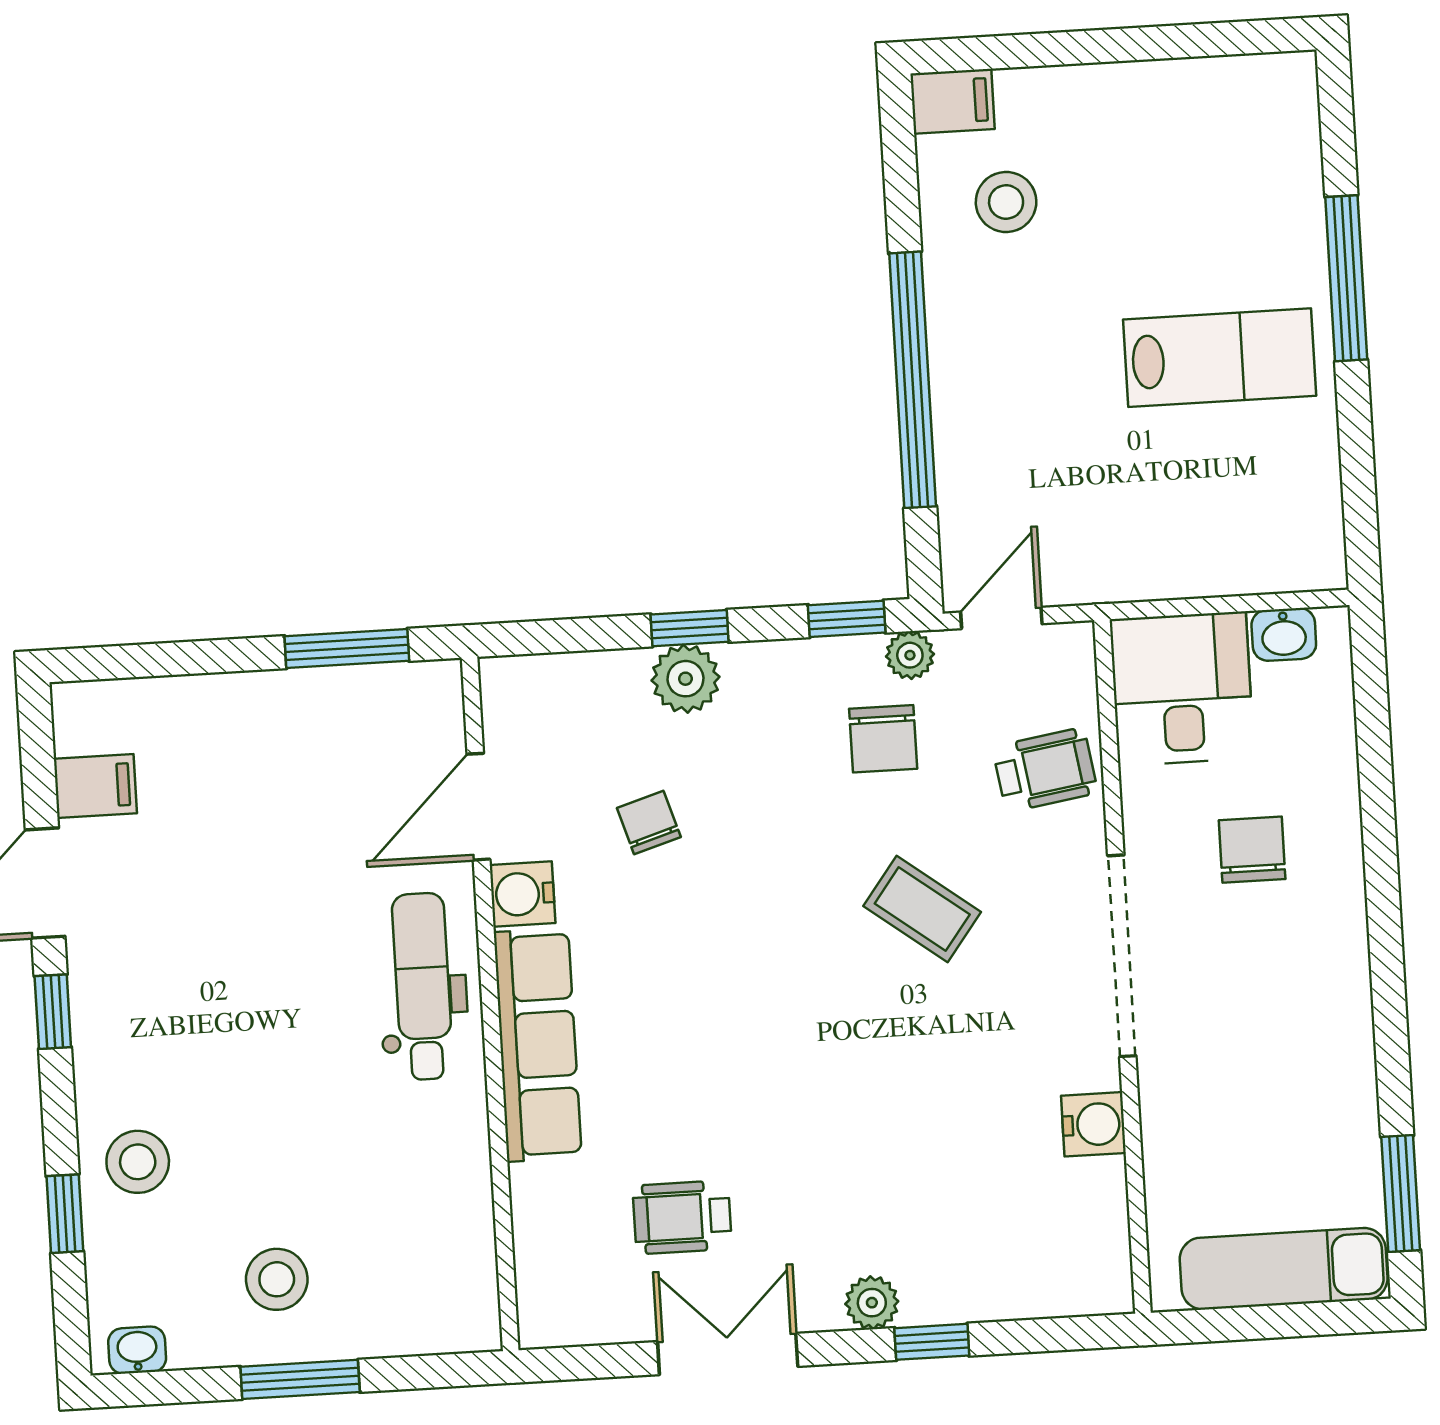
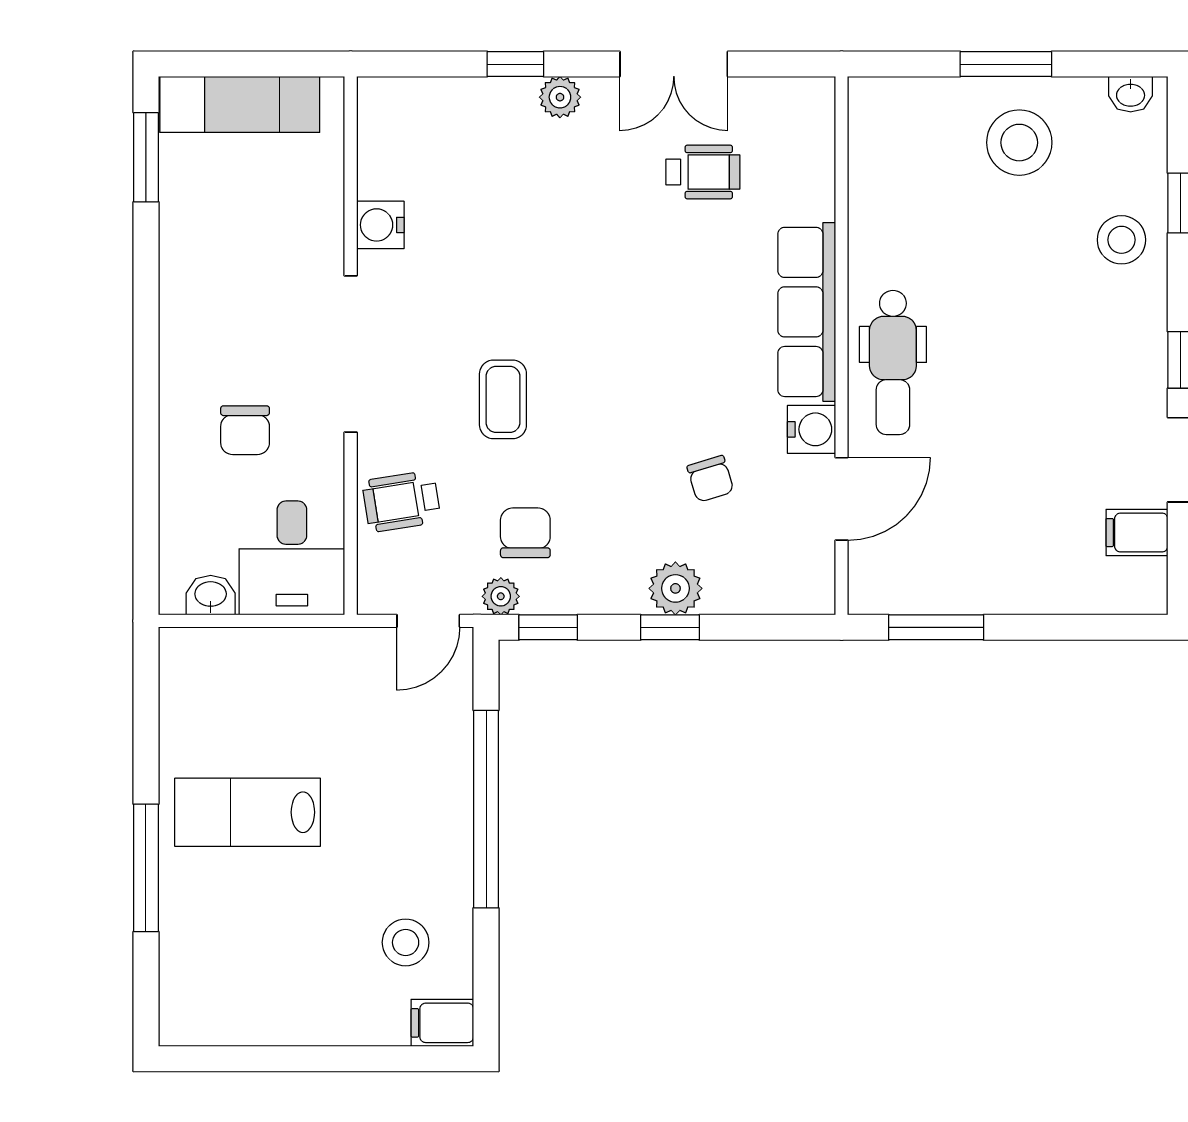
coffee table: (922, 909) -> (503, 399), turned 53
stool: (277, 1279) -> (1019, 143), width x1.38, depth x1.38

